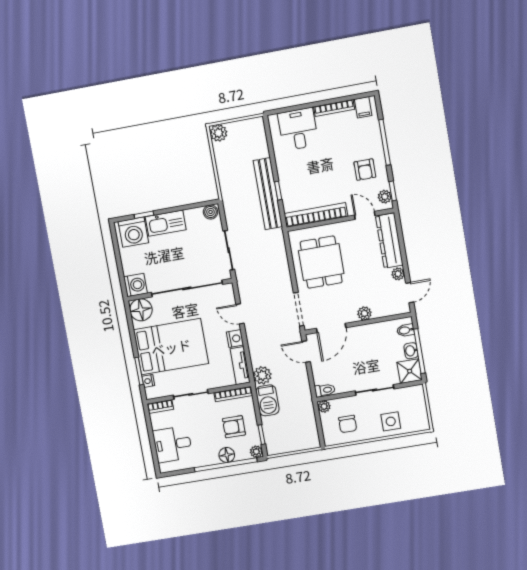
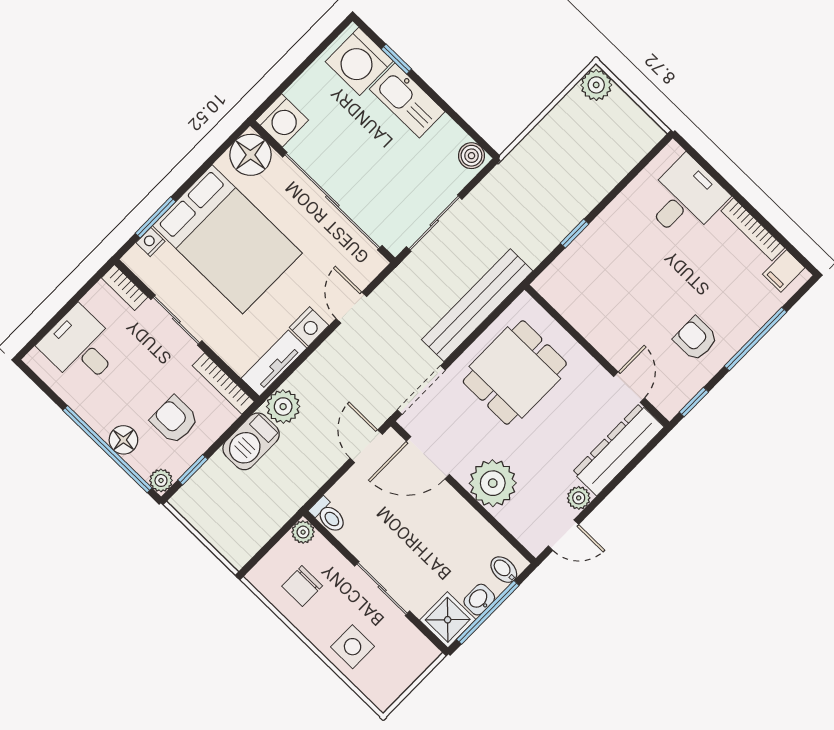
armchair: (365, 170) -> (696, 339), turned 90
bench: (268, 194) -> (477, 305), moved
plant: (385, 197) -> (677, 396), removed
bookcase: (316, 215) -> (579, 315), removed
plant: (364, 313) -> (493, 483), width x1.88, depth x1.88

